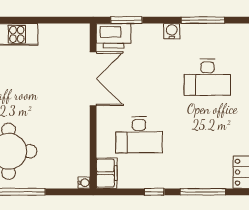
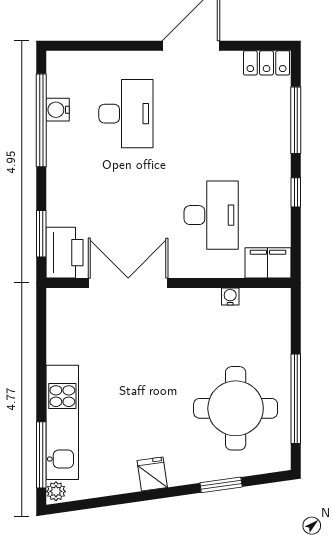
window: (203, 20) -> (41, 120), width x1.46
water cooler: (172, 31) -> (58, 110), moved
water cooler: (84, 183) -> (230, 297), moved

